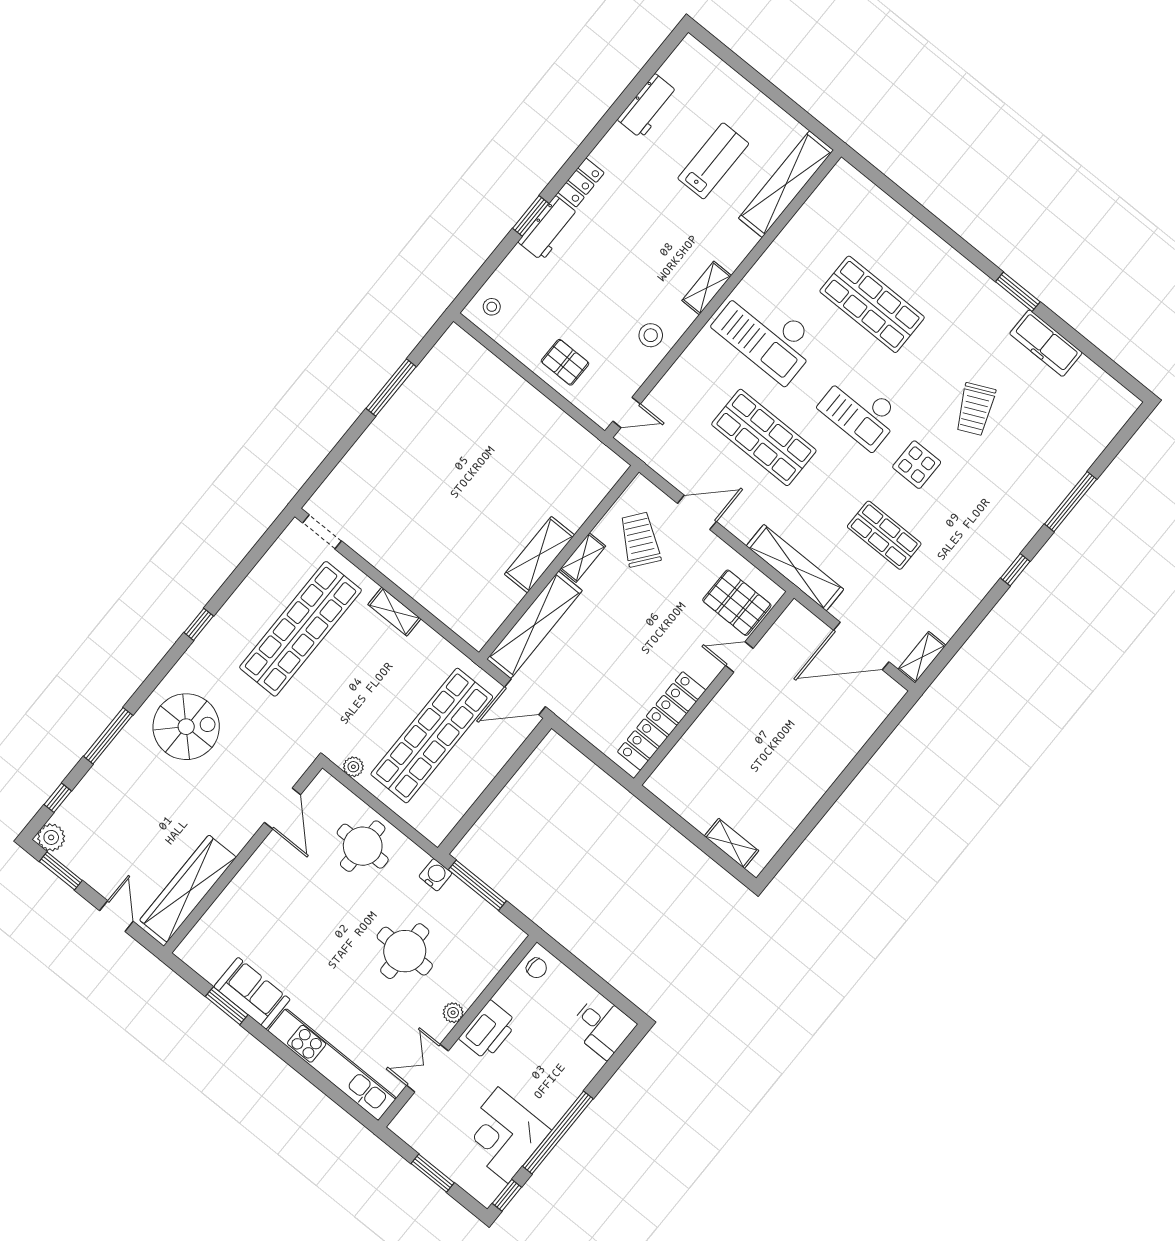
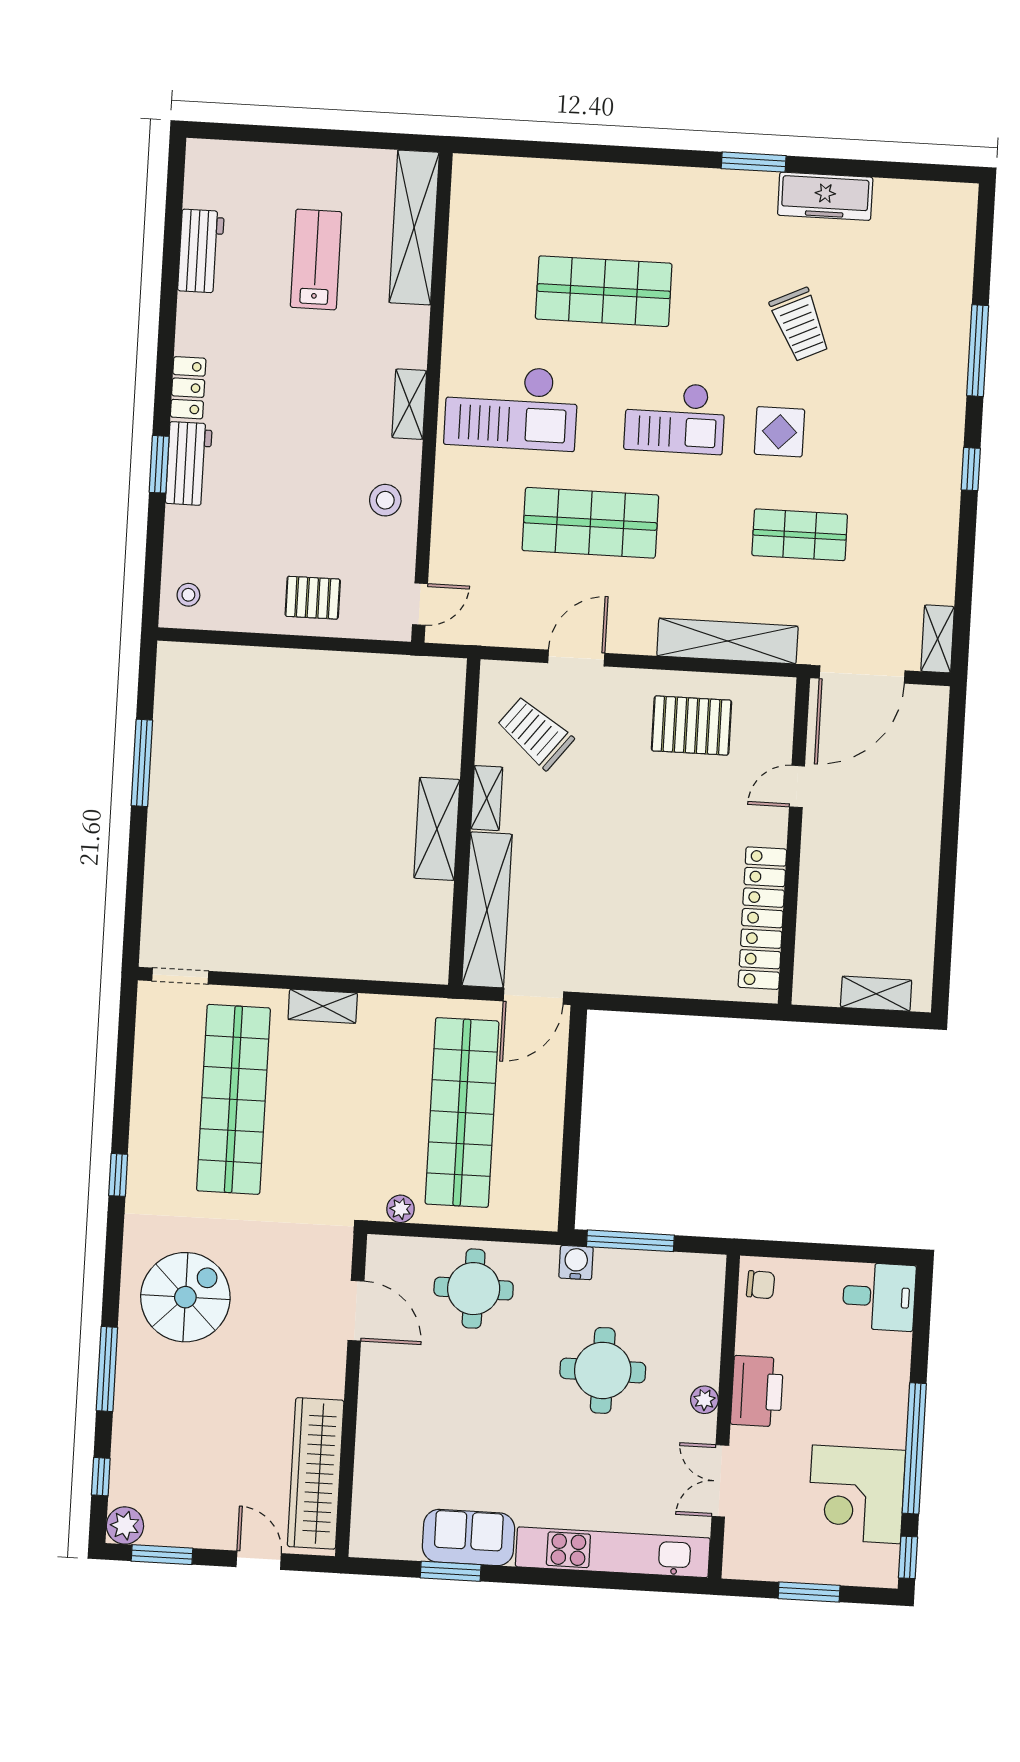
door: (739, 657) -> (797, 786), moved
wall: (714, 688) -> (794, 841), moved
locker: (662, 721) -> (762, 918), moved

